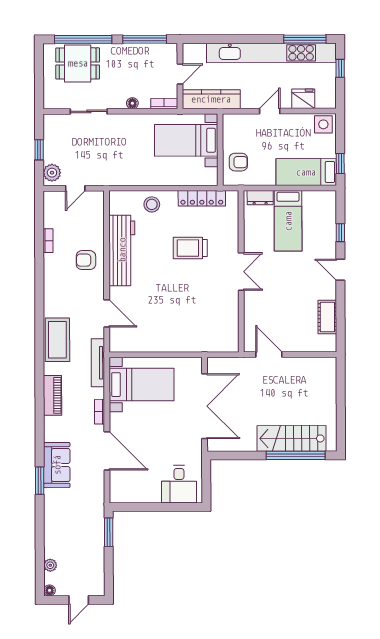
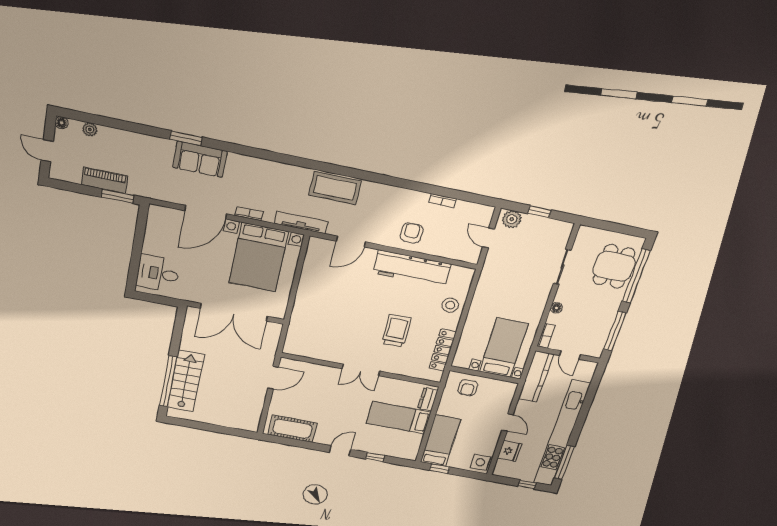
cot: (327, 317) -> (292, 429), width x1.37, depth x1.34
bed with nightstands: (142, 384) -> (259, 257), width x1.36
piano: (53, 395) -> (104, 180), moved, turned 180

